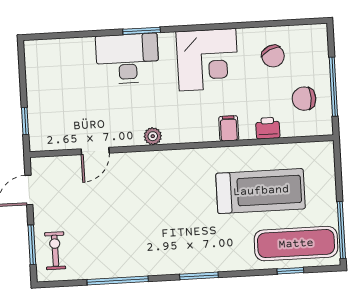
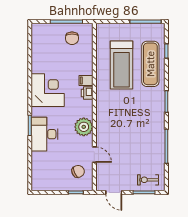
chair: (273, 56) -> (78, 171), moved
printer: (268, 128) -> (87, 93), moved
plant: (153, 136) -> (84, 127), width x1.88, depth x1.88
treadmill: (261, 191) -> (122, 65), turned 180
exercise mat: (296, 244) -> (150, 64), moved

